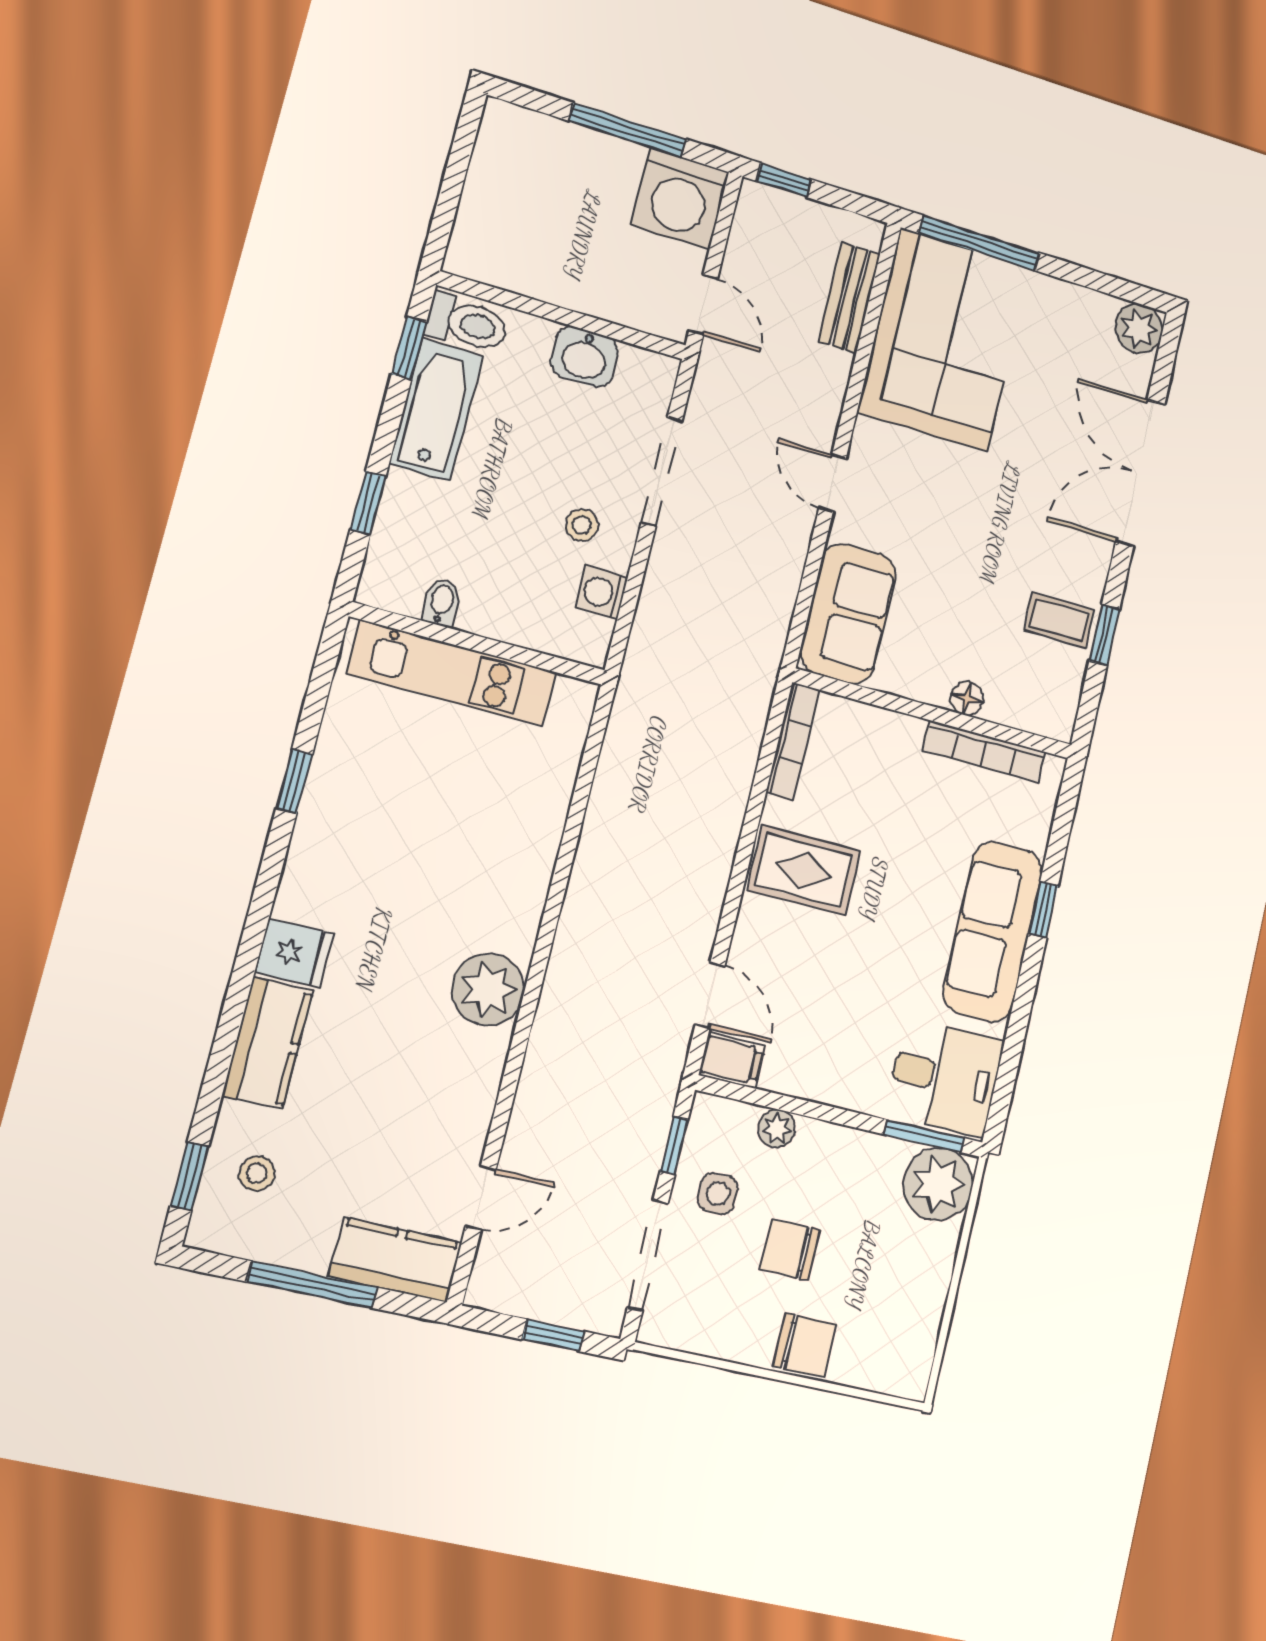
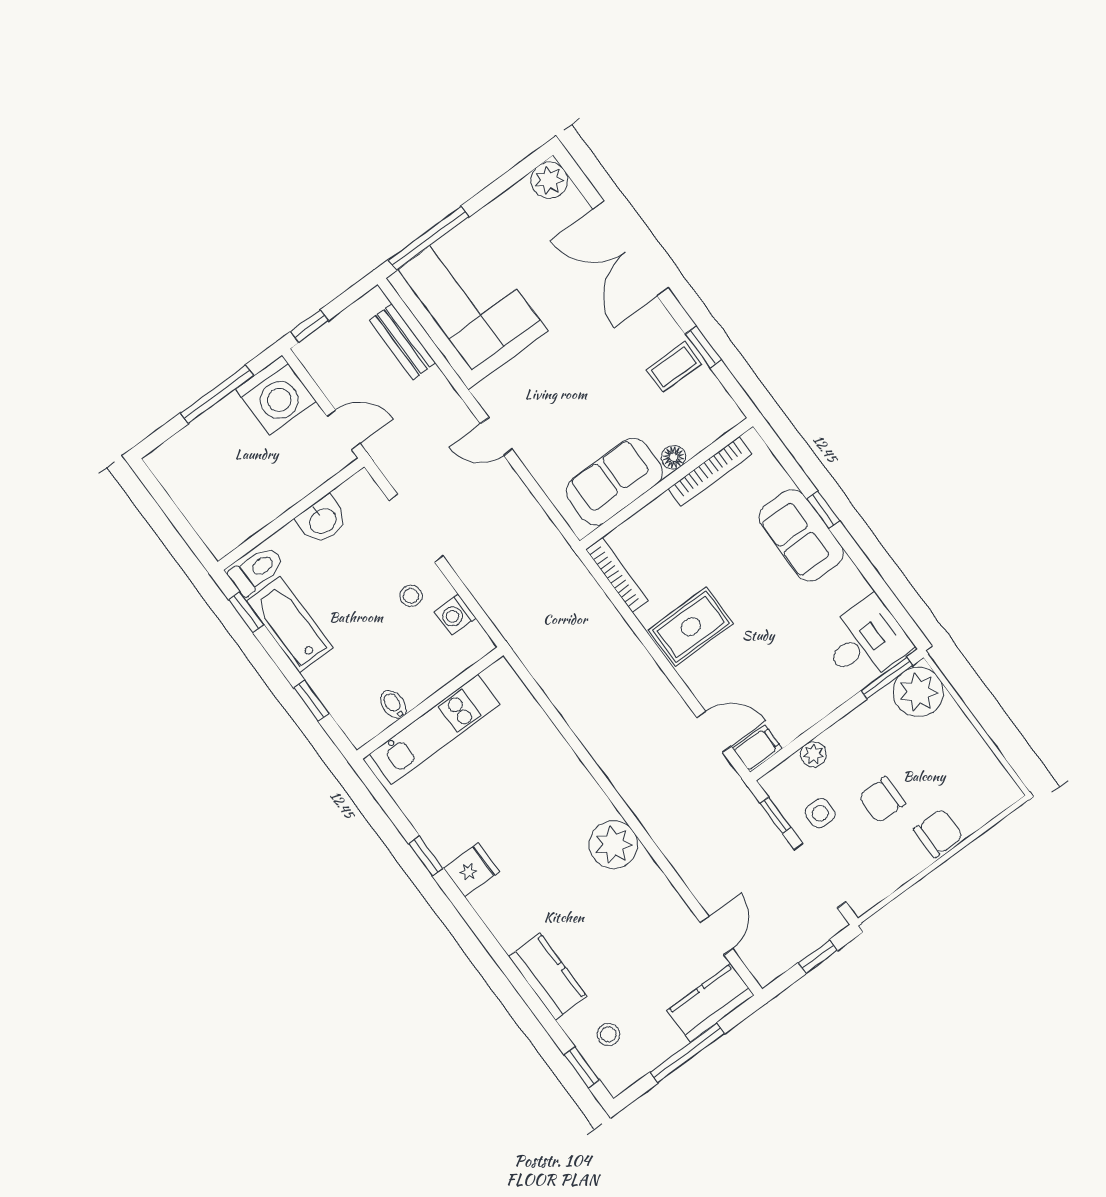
sofa: (848, 614) -> (614, 482), moved, turned -90
sofa: (993, 931) -> (801, 535), width x0.73
fridge: (294, 953) -> (471, 870), moved

